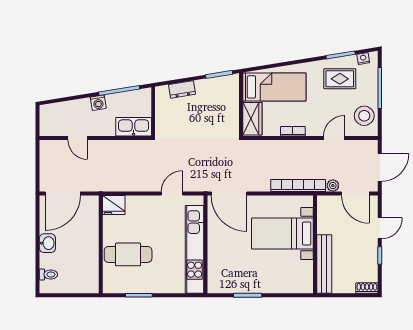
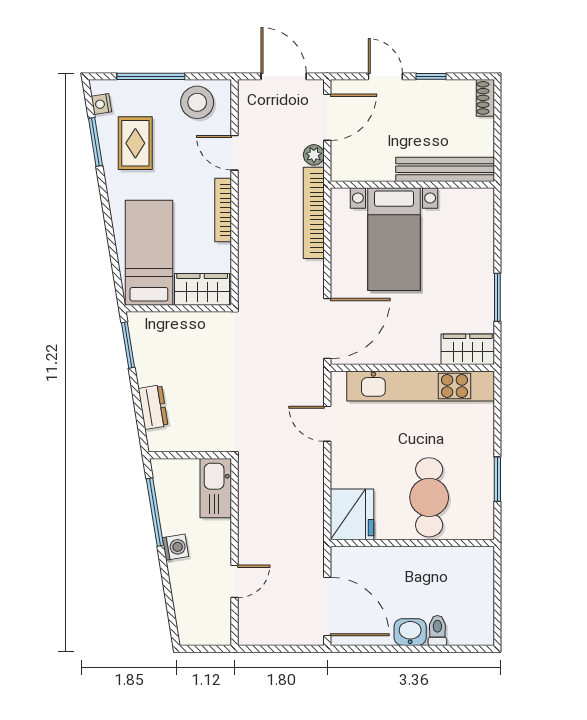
bookcase: (293, 131) -> (223, 210), width x1.56
fridge: (114, 205) -> (352, 514), width x1.36, depth x1.34
toilet: (48, 274) -> (437, 630), moved
wardrobe: (217, 278) -> (468, 349), added

